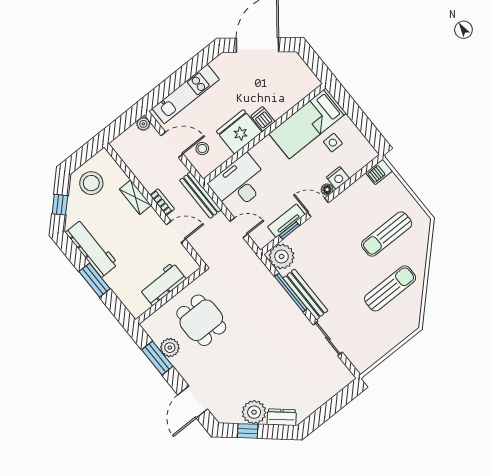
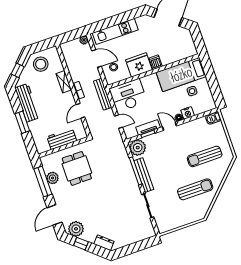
door: (176, 232) -> (80, 111), swing flipped
window: (157, 358) -> (43, 182), width x1.44
plant: (254, 412) -> (76, 229), moved

